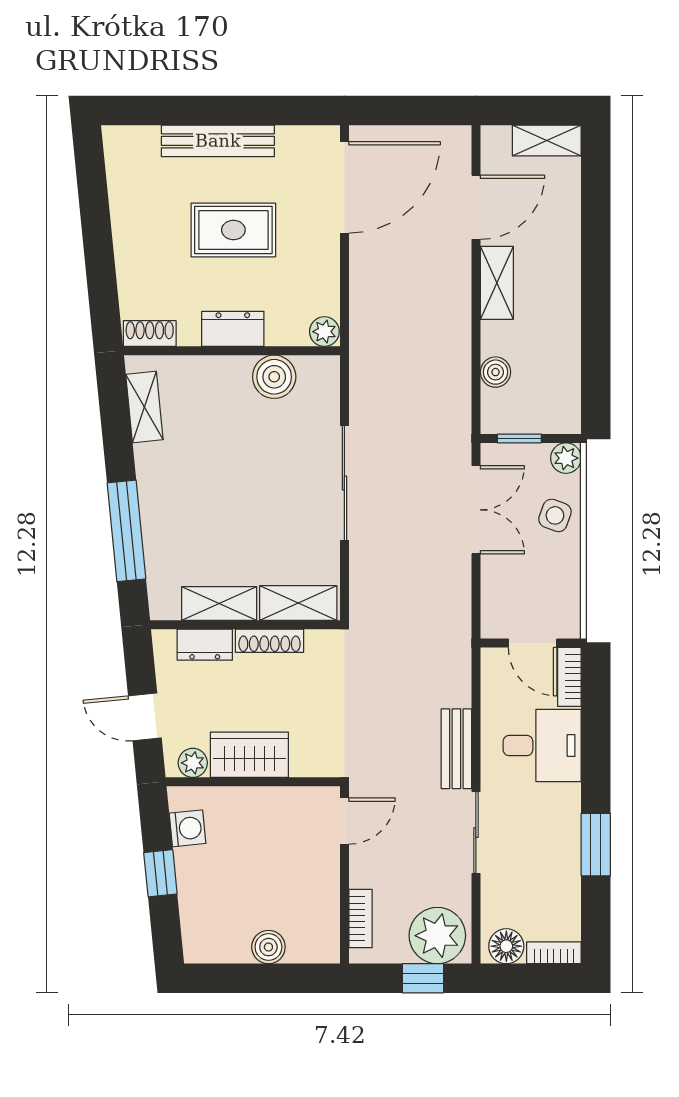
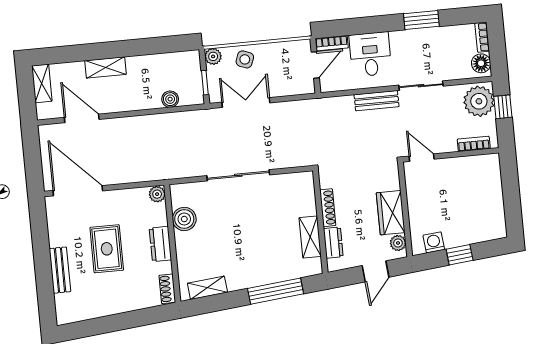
bench: (218, 141) -> (60, 270), width x0.73
shelving: (497, 283) -> (105, 67), moved
shelving: (298, 603) -> (306, 194), removed
boiler: (268, 947) -> (494, 192), removed

